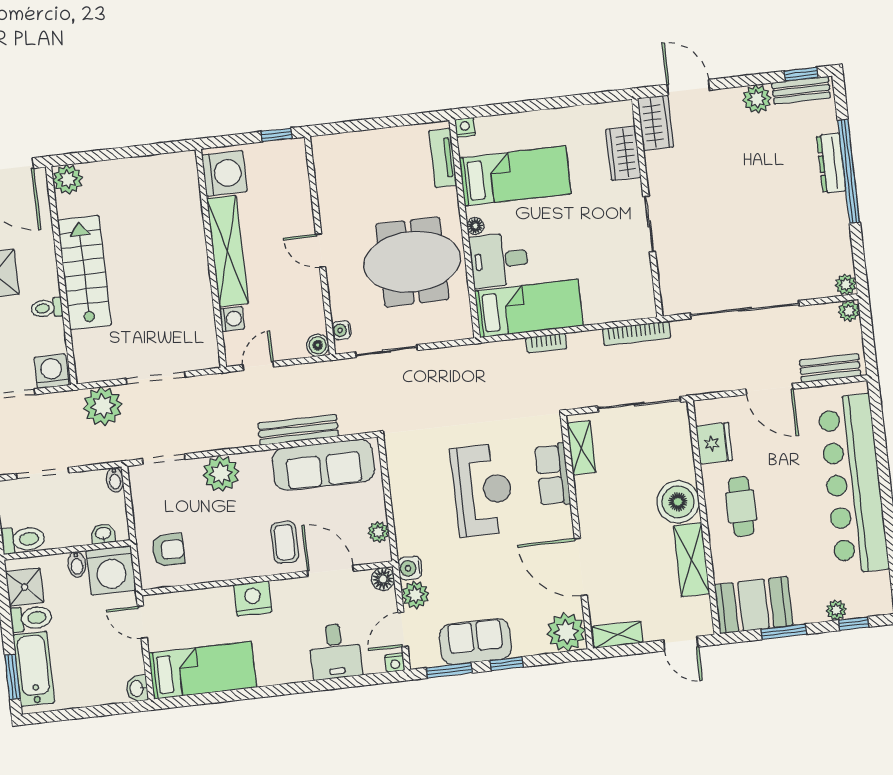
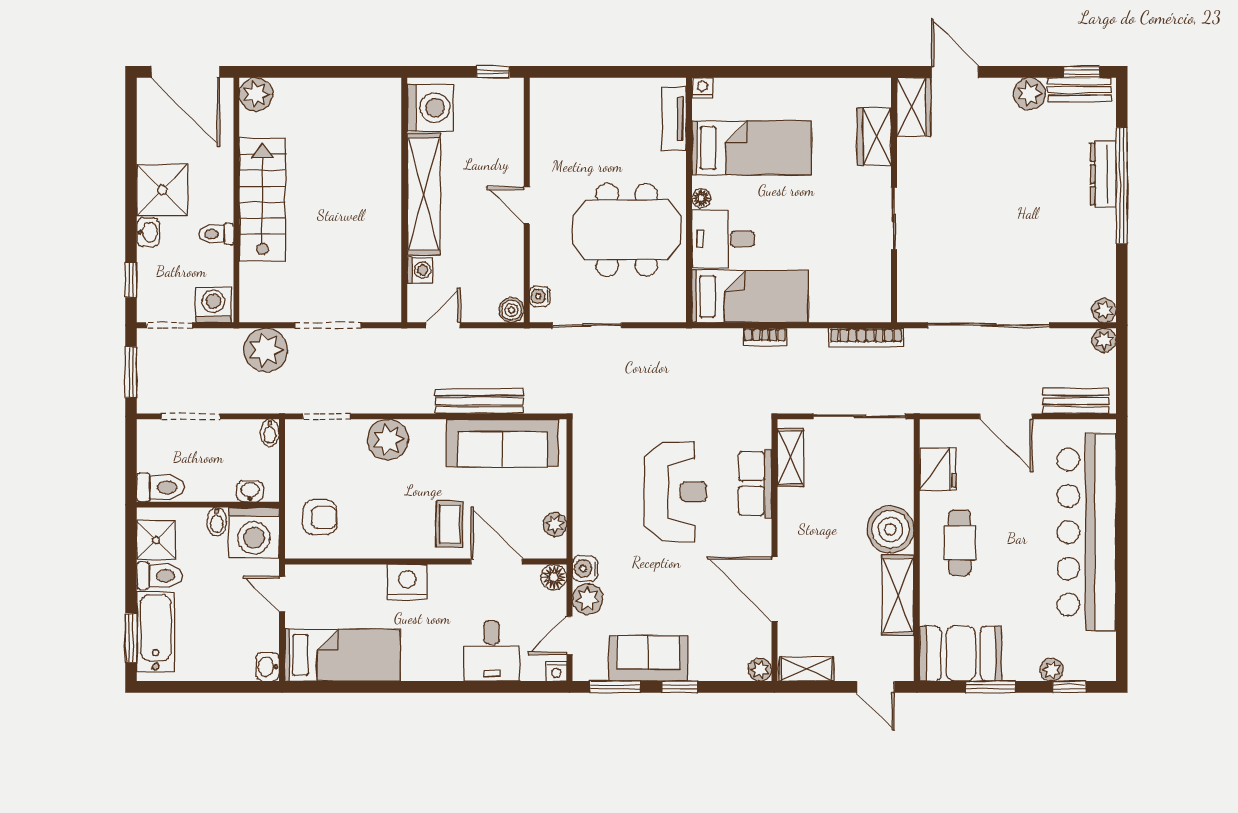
plant: (566, 632) -> (760, 670), width x0.53, depth x0.53

